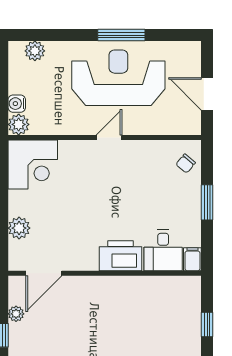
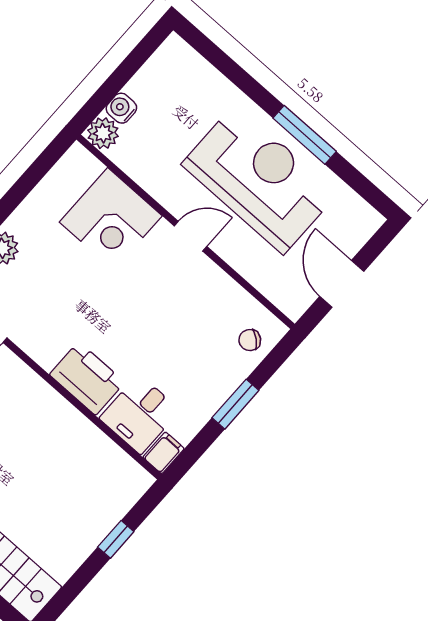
plant: (35, 51) -> (193, 67), removed
corner desk: (33, 164) -> (111, 219), moved

